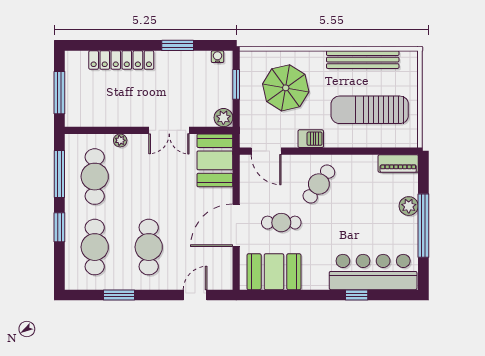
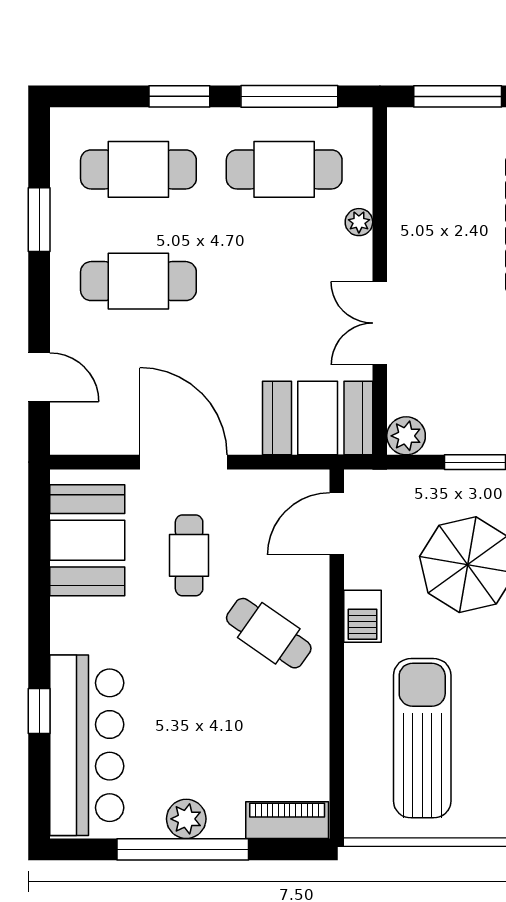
piano: (398, 164) -> (287, 820), moved, turned 90
plant: (409, 206) -> (186, 819), moved

